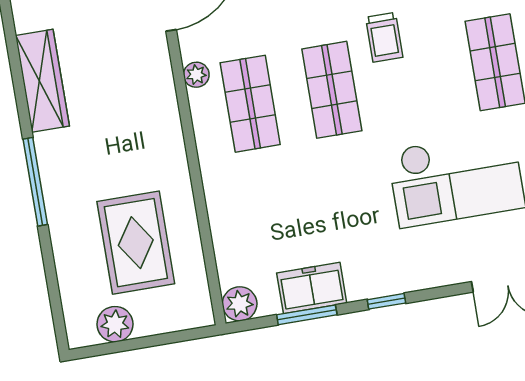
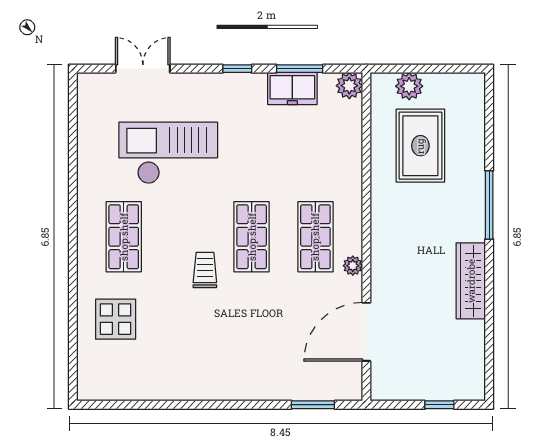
plant: (115, 324) -> (409, 86), moved

